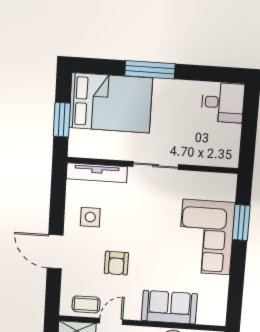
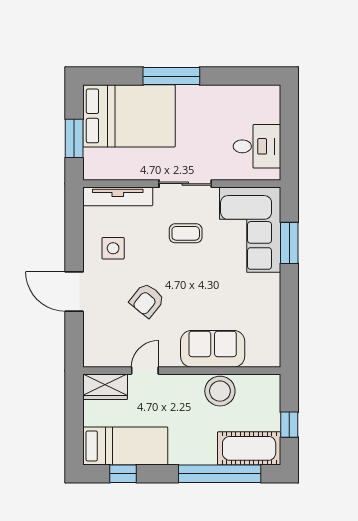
desk: (223, 103) -> (257, 146), moved
corner sofa: (206, 237) -> (250, 230), moved
armchair: (116, 263) -> (147, 300), turned 39
coffee table: (86, 304) -> (186, 233), moved

